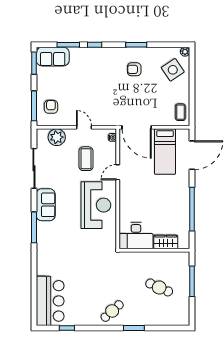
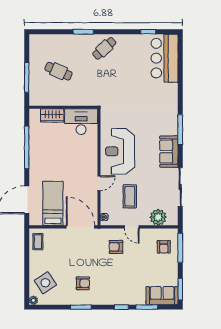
armchair: (100, 107) -> (116, 247), added

